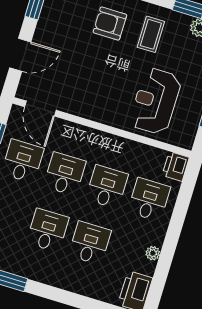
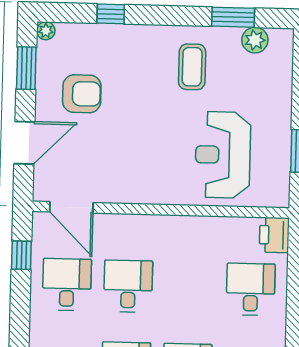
armchair: (110, 24) -> (82, 94), moved, turned 180
desk: (107, 187) -> (189, 288), removed

